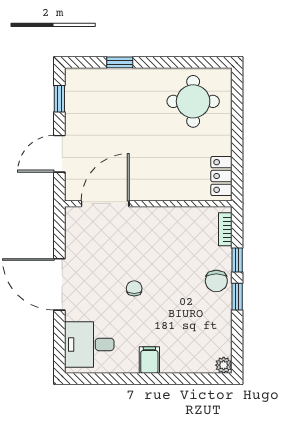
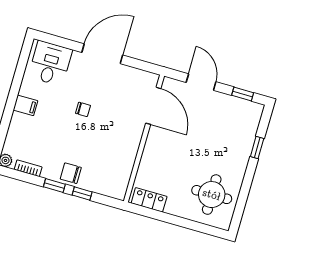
bookcase: (225, 229) -> (28, 168), moved

